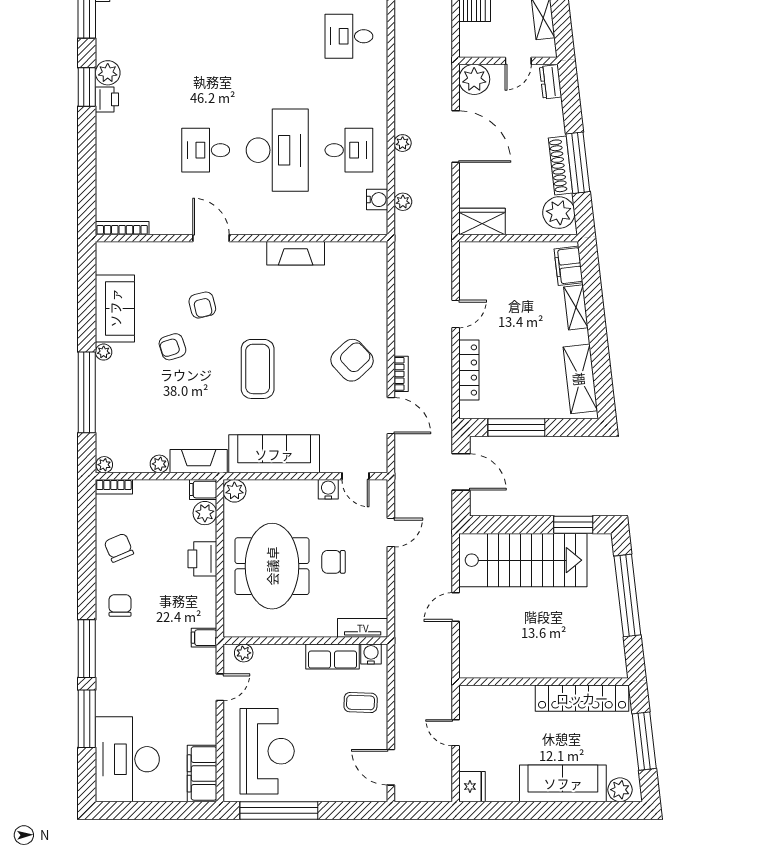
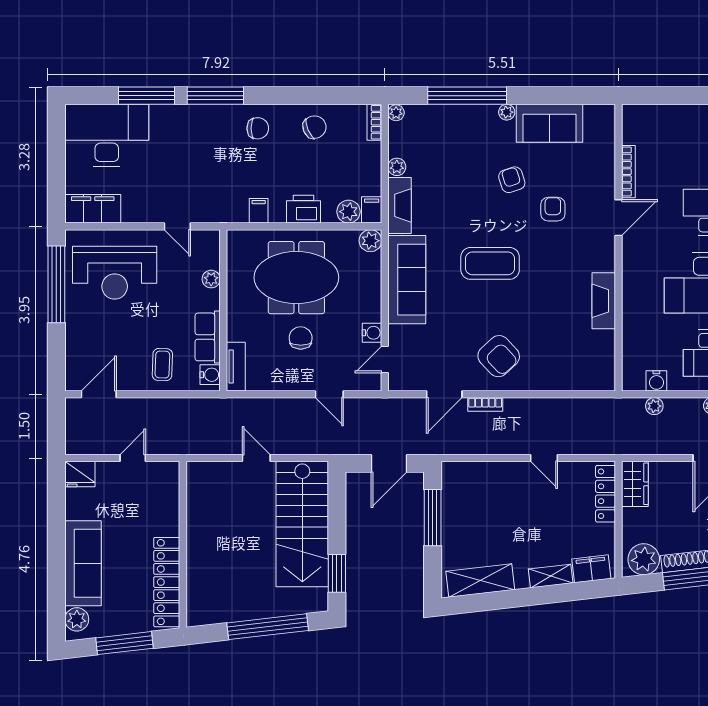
bookcase: (122, 228) -> (628, 172), moved
armchair: (202, 305) -> (553, 209), turned 104
locker: (469, 370) -> (606, 494), moved, turned 90
filing cabinet: (204, 638) -> (259, 211), moved
plant: (244, 653) -> (211, 279), moved

